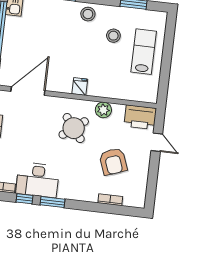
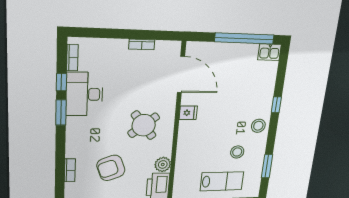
fridge: (80, 86) -> (188, 113), moved
plant: (103, 110) -> (163, 164), moved

